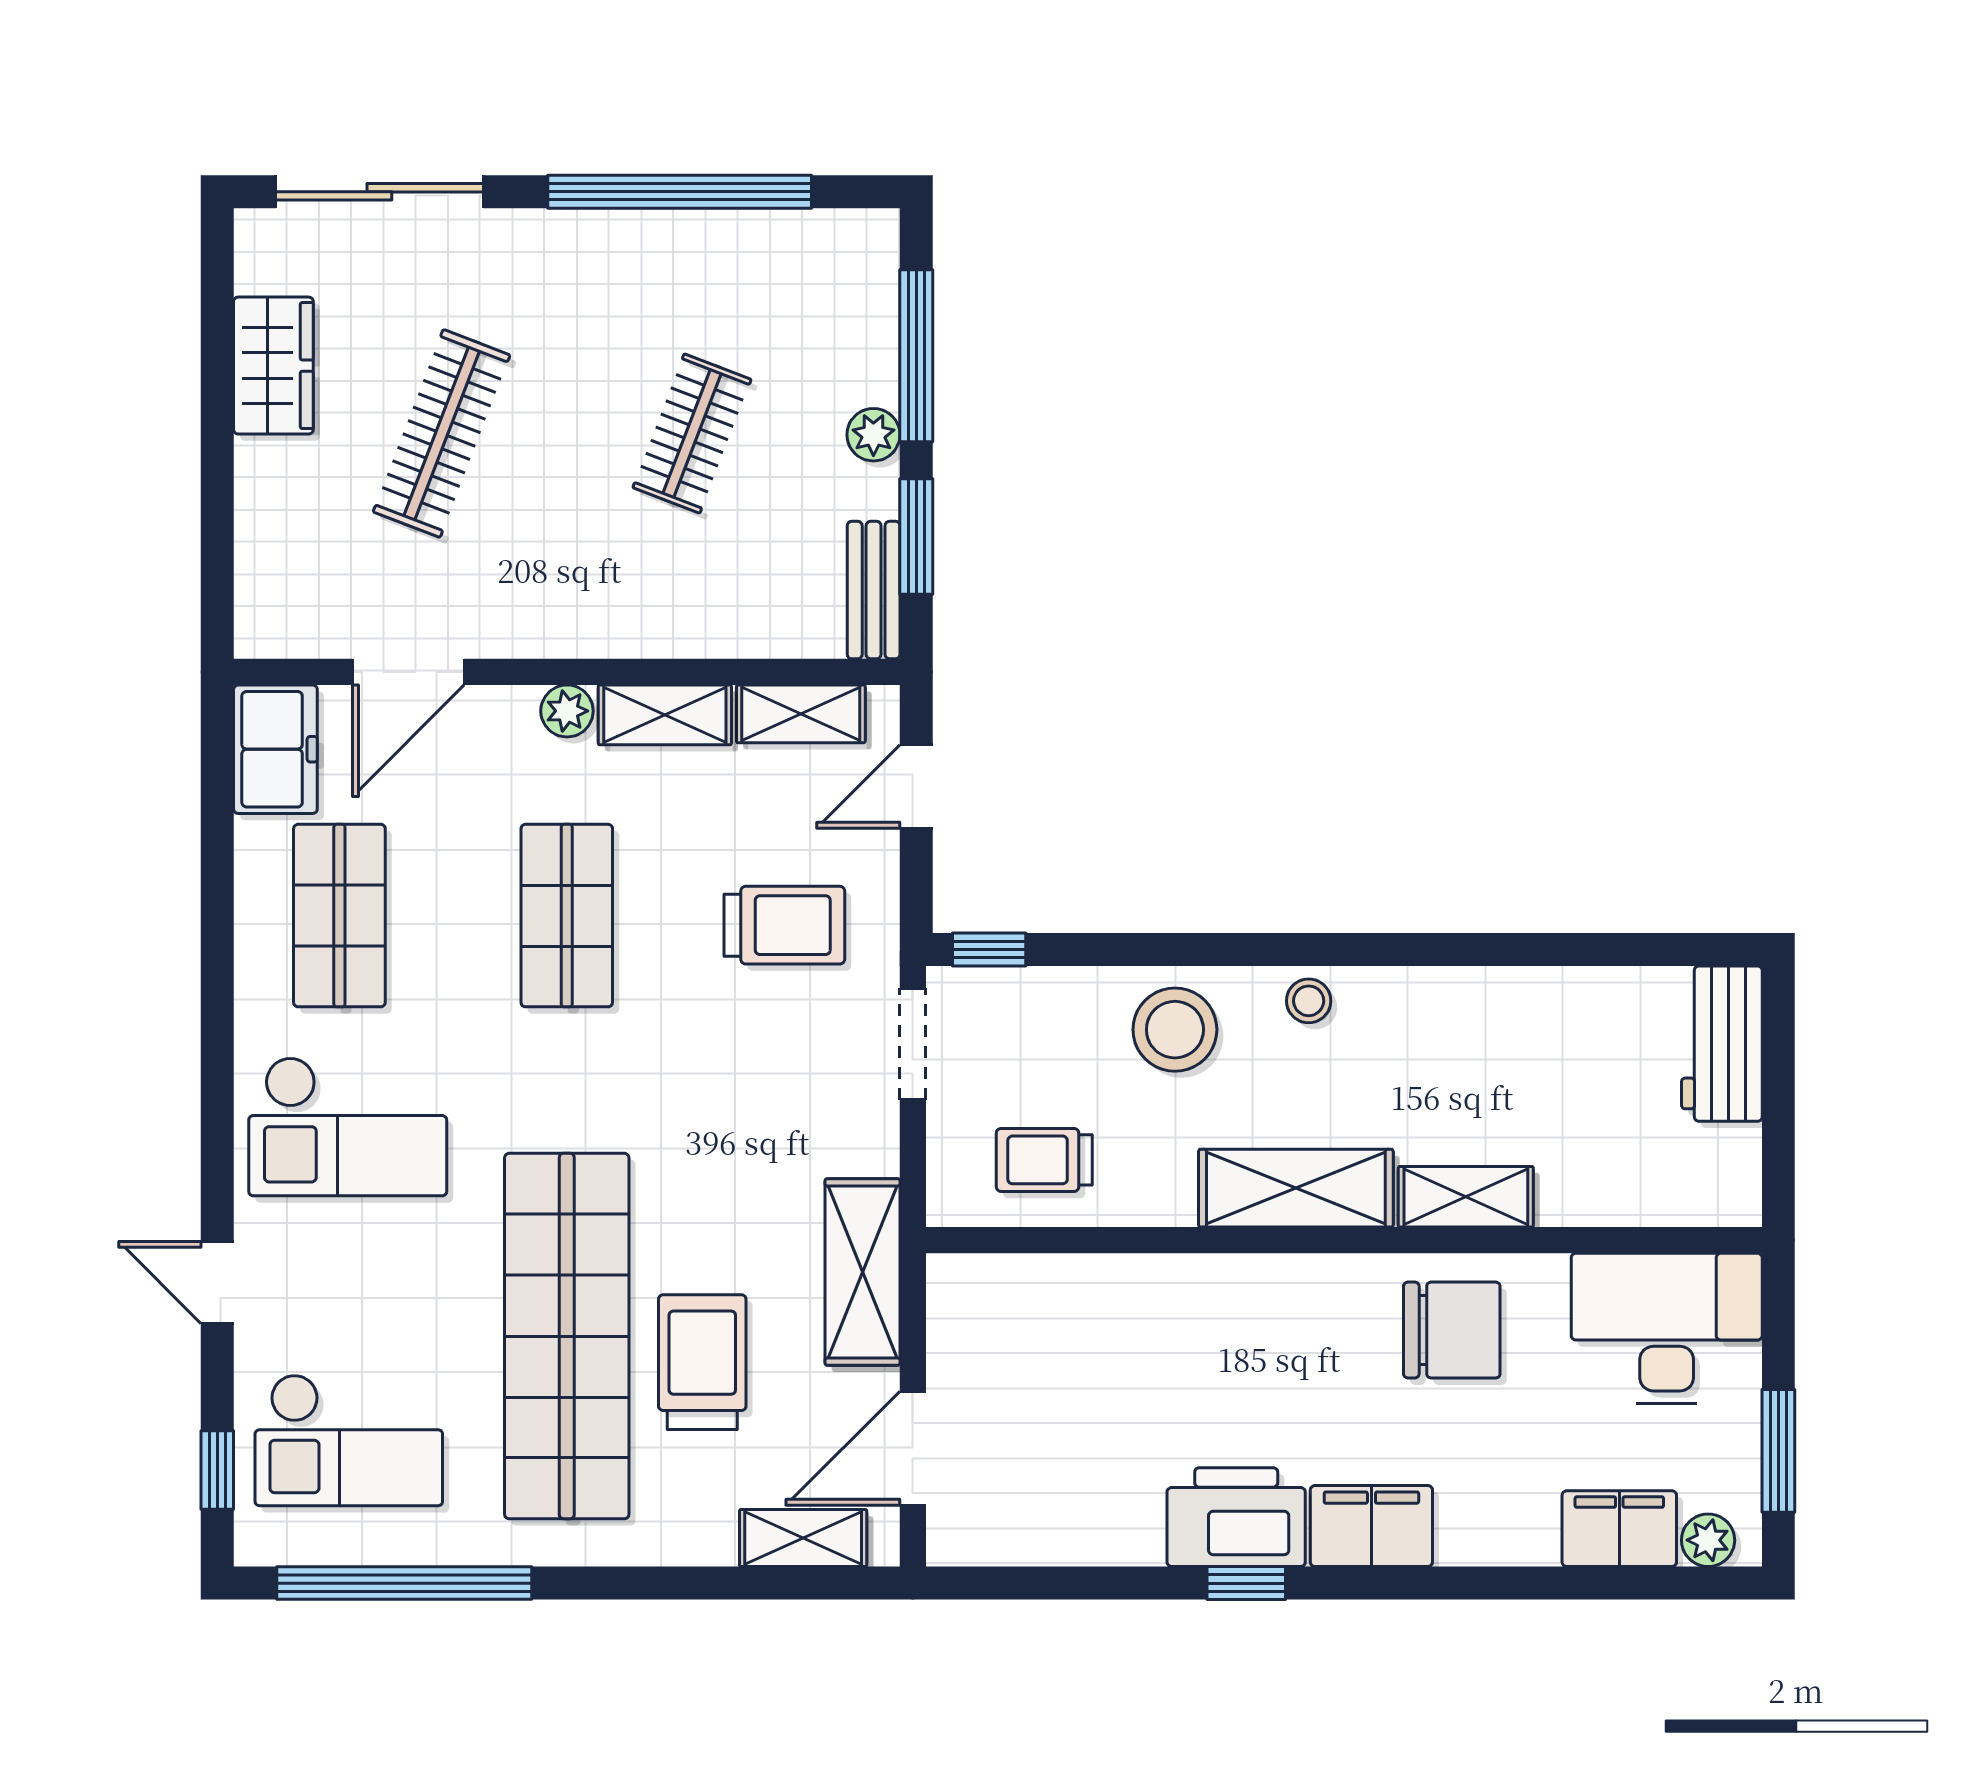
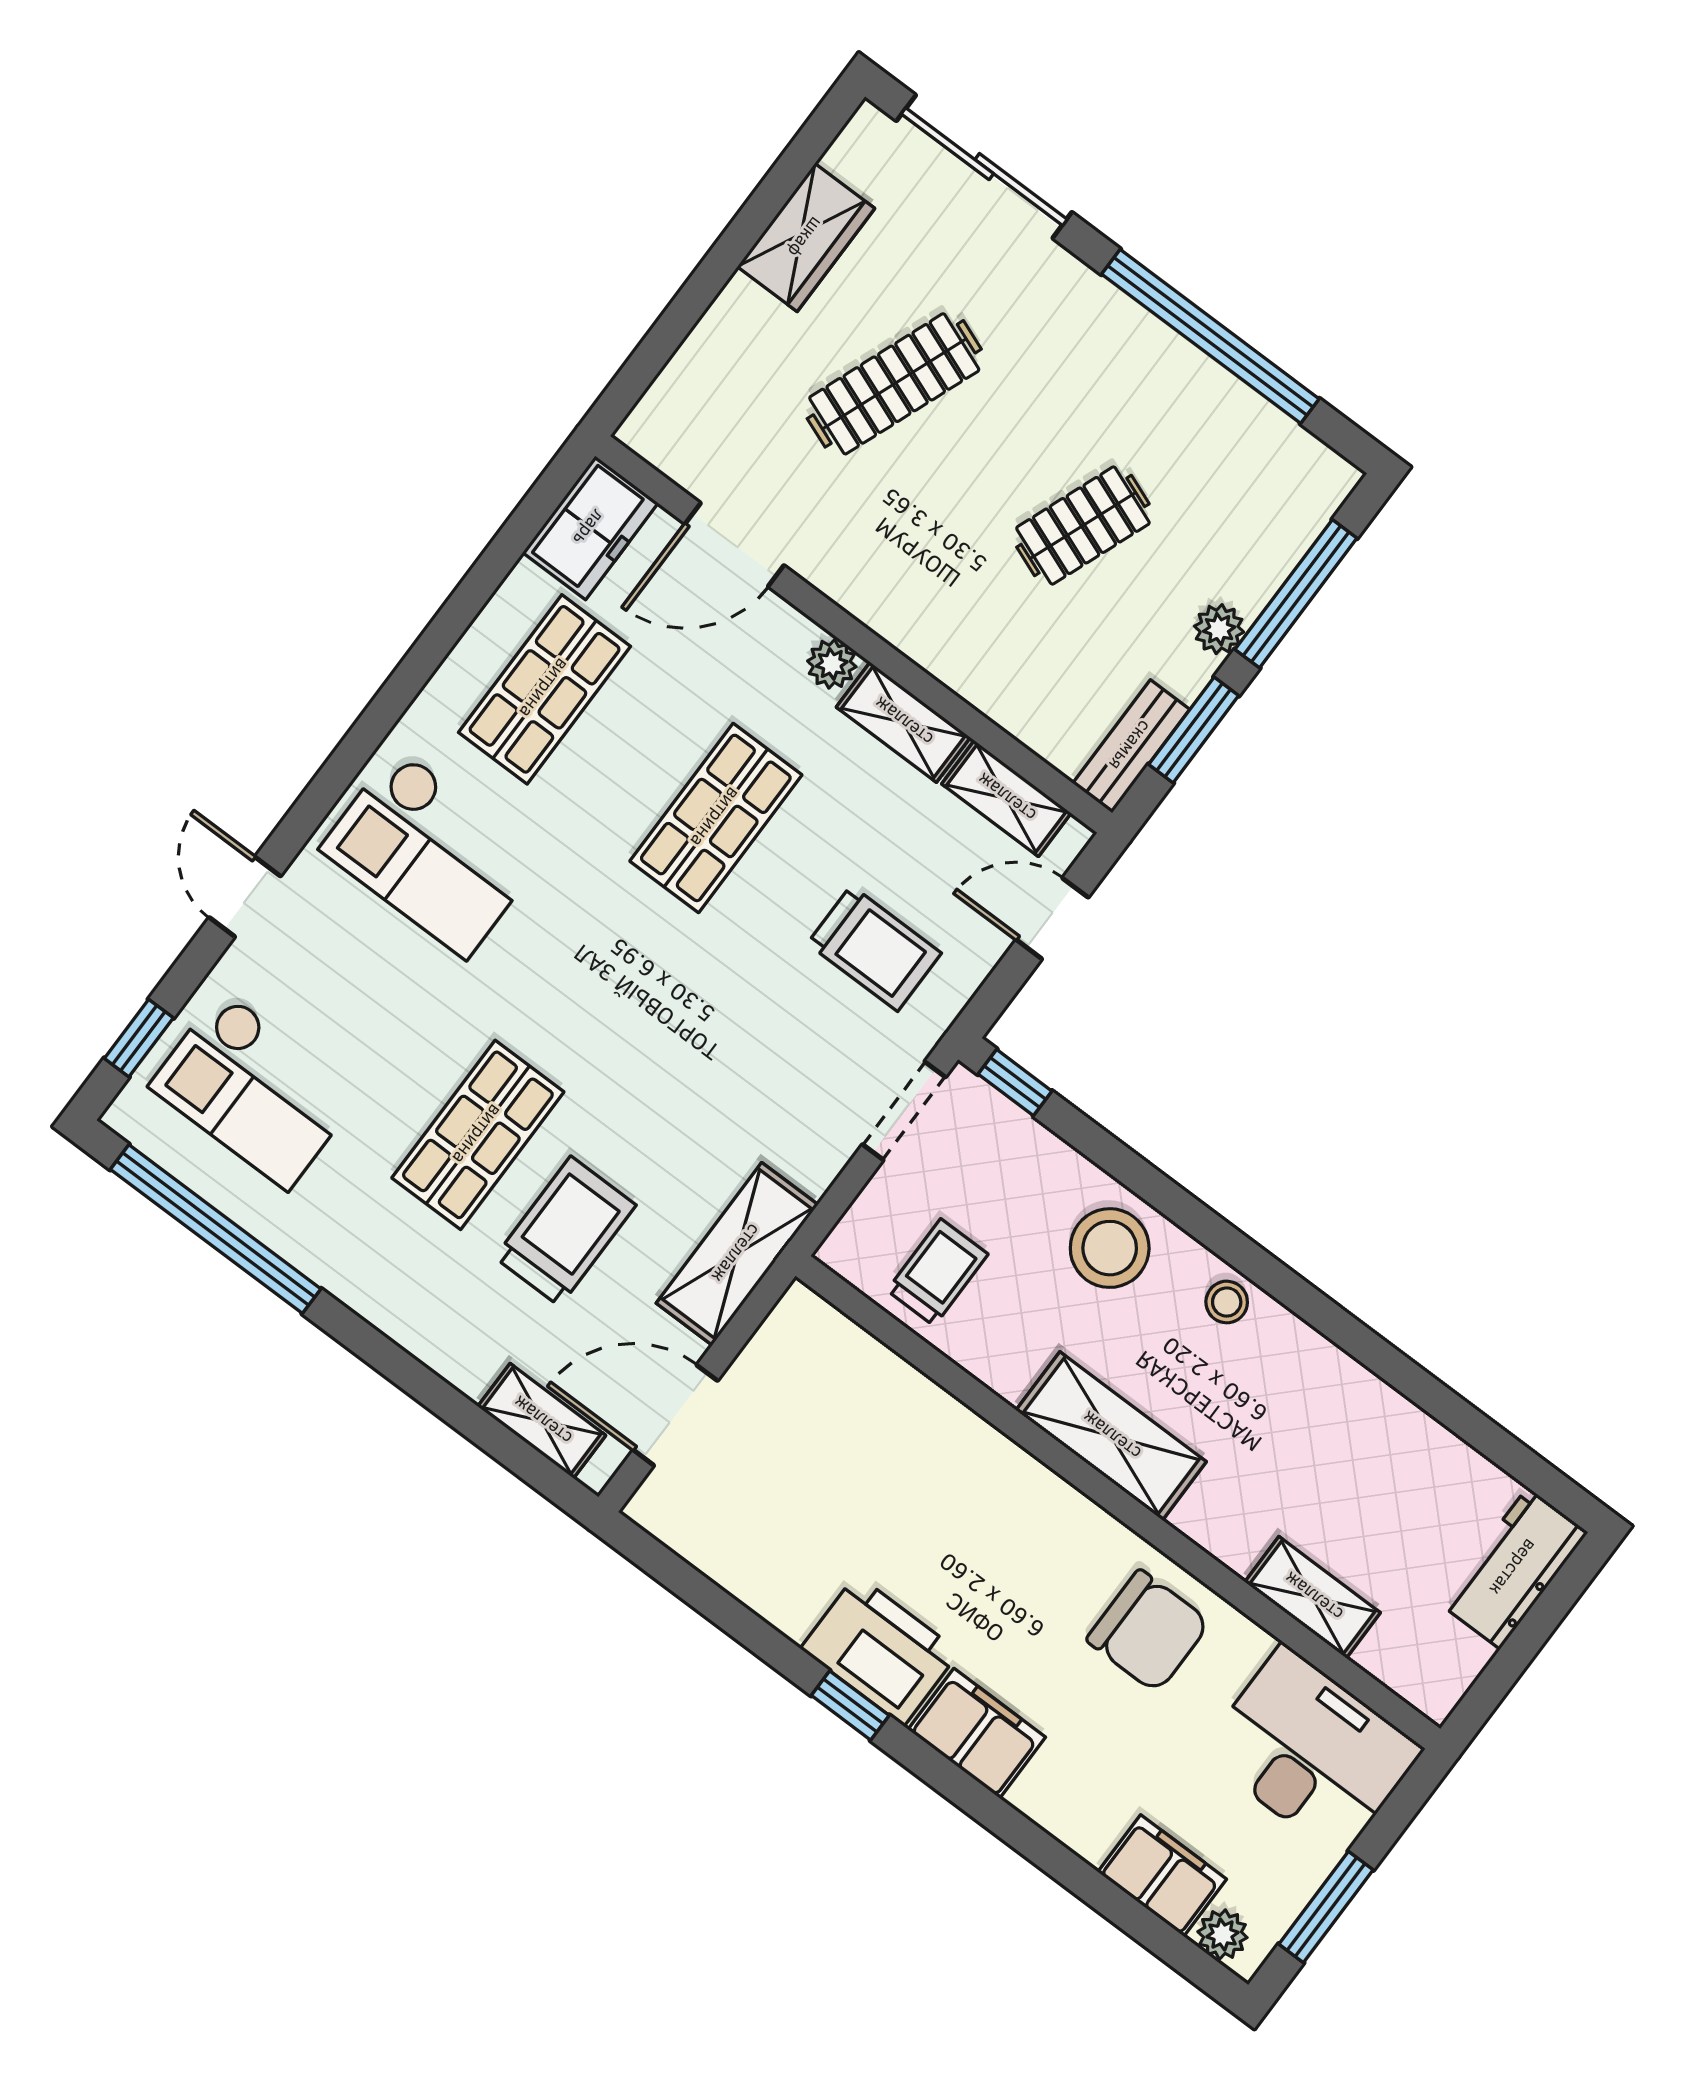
trolley: (1044, 1160) -> (937, 1272), turned 90
shelving: (1466, 1197) -> (1313, 1597), moved
shop shelf: (567, 1336) -> (478, 1135), width x0.50, depth x0.74

